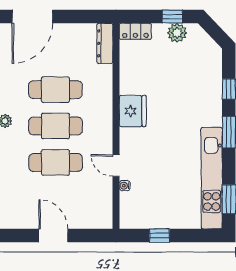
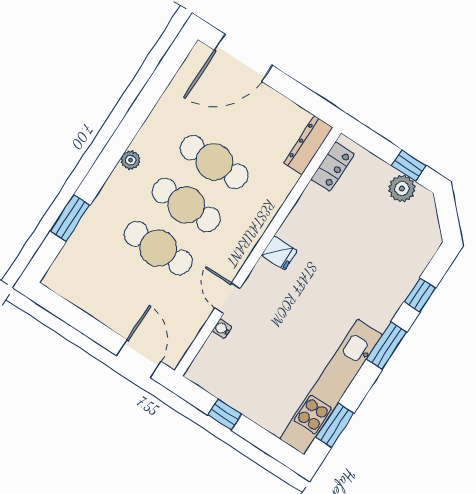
locker: (135, 31) -> (333, 167), moved, turned -90
fridge: (133, 111) -> (279, 253), width x0.53, depth x0.75
door: (53, 236) -> (139, 359), moved

